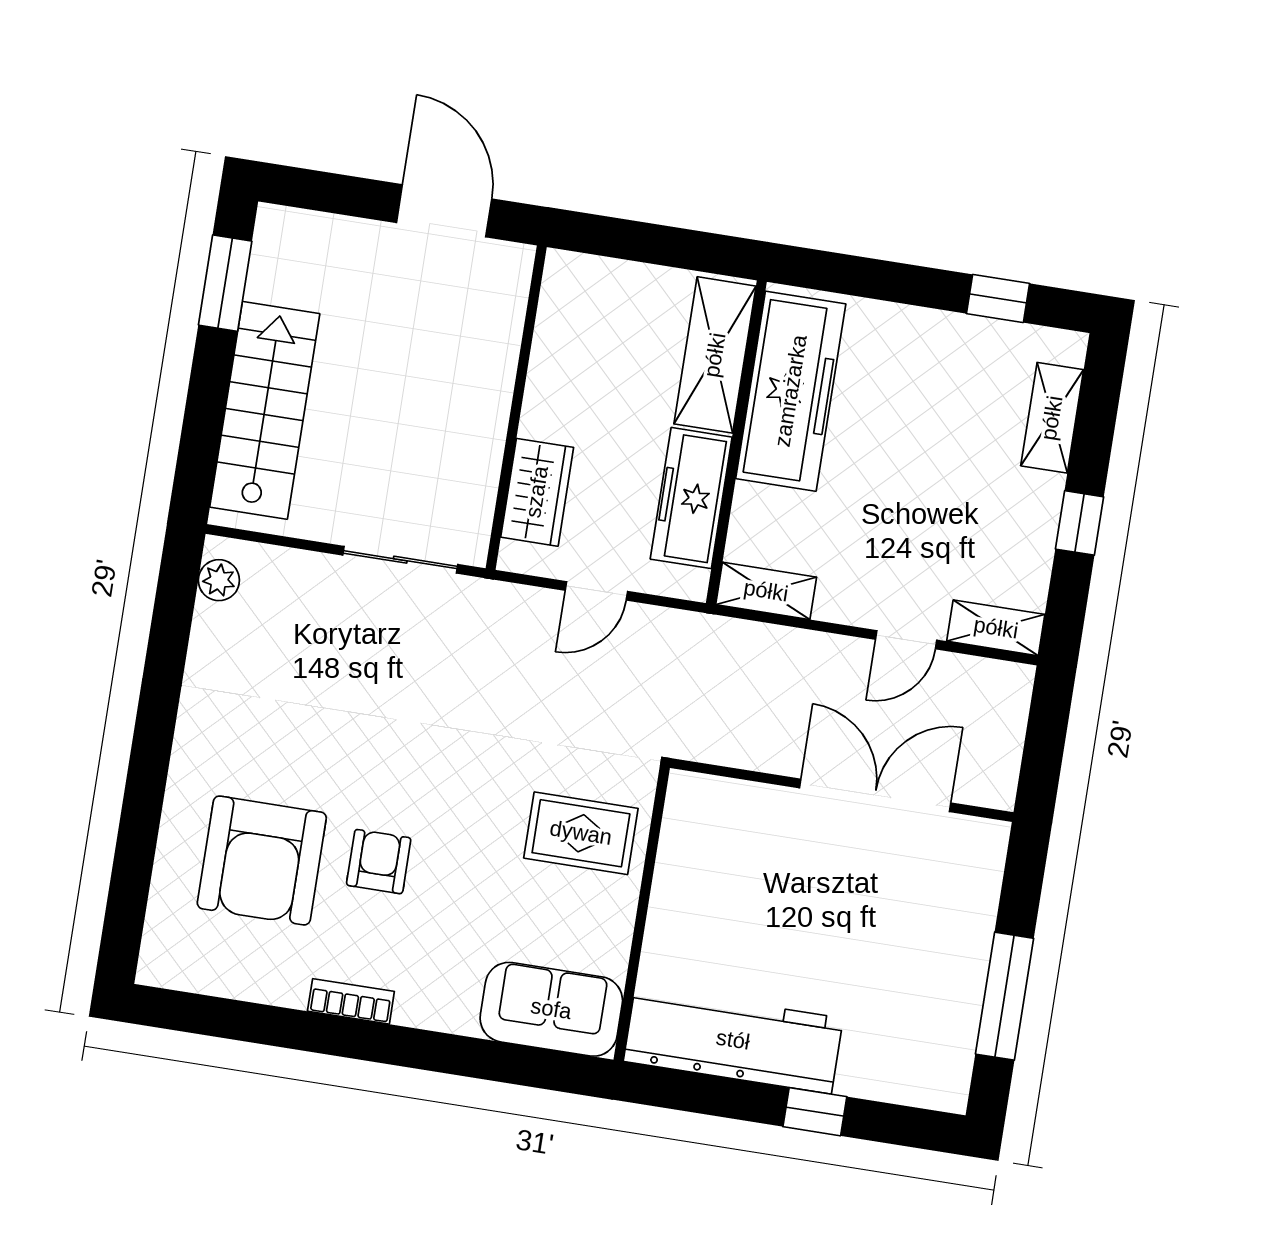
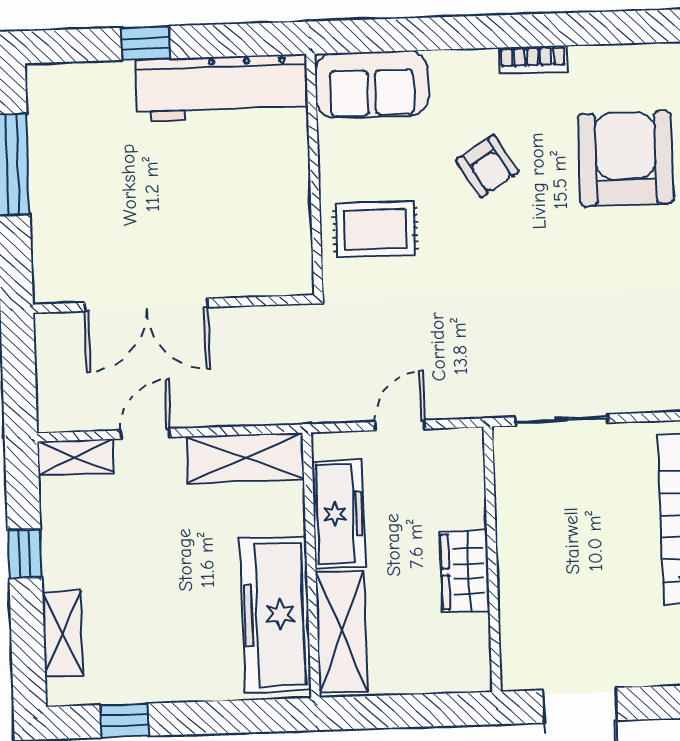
wardrobe: (537, 492) -> (465, 571), moved
shelving: (766, 591) -> (245, 458), width x1.50, depth x1.33
armchair: (379, 862) -> (487, 166), moved, turned -32

